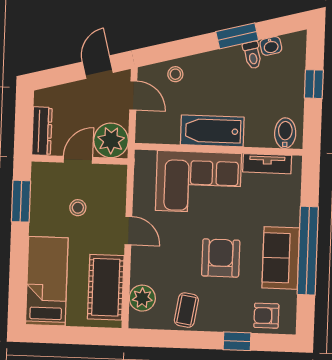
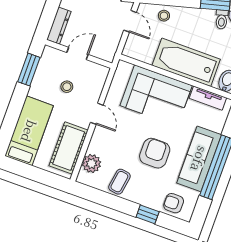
bathtub: (212, 131) -> (186, 62), width x1.36, depth x1.36
plant: (111, 140) -> (105, 47), removed
sofa: (281, 258) -> (199, 159), width x1.36

